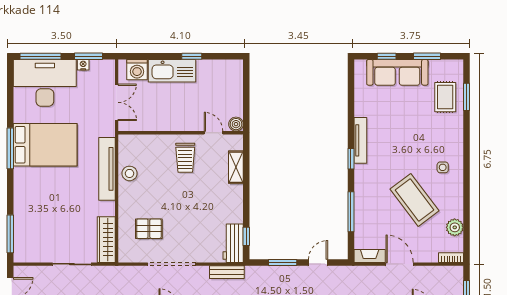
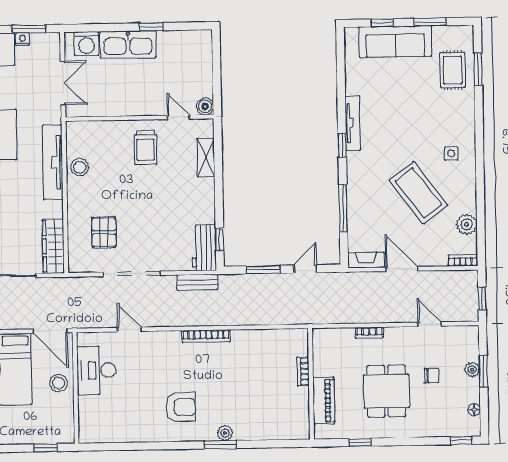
pallet: (149, 229) -> (104, 232), turned 90

